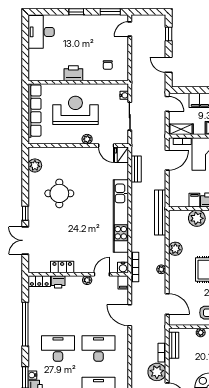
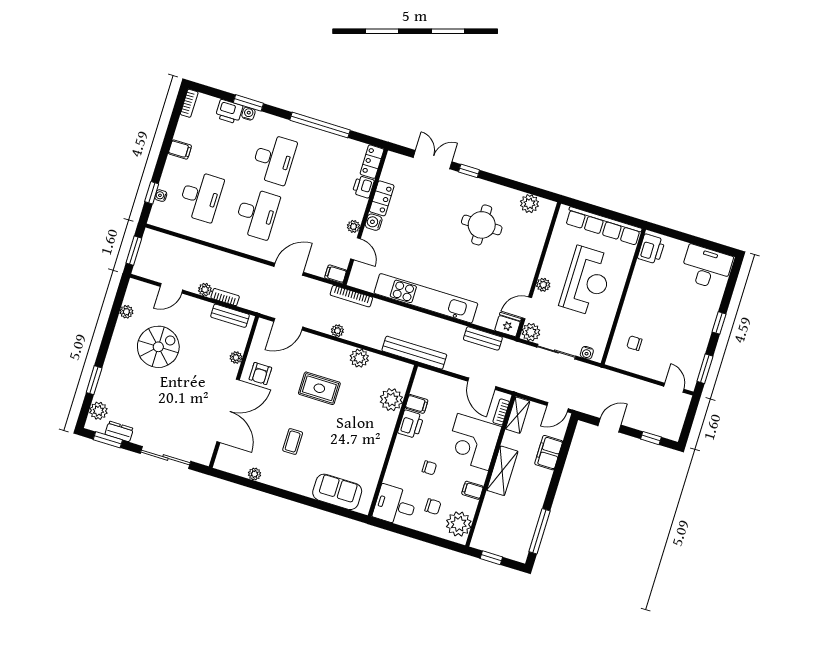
printer: (73, 73) -> (651, 249), moved
plant: (122, 138) -> (531, 332), added
water cooler: (123, 267) -> (374, 222), moved
plant: (157, 372) -> (205, 290), width x0.53, depth x0.53

